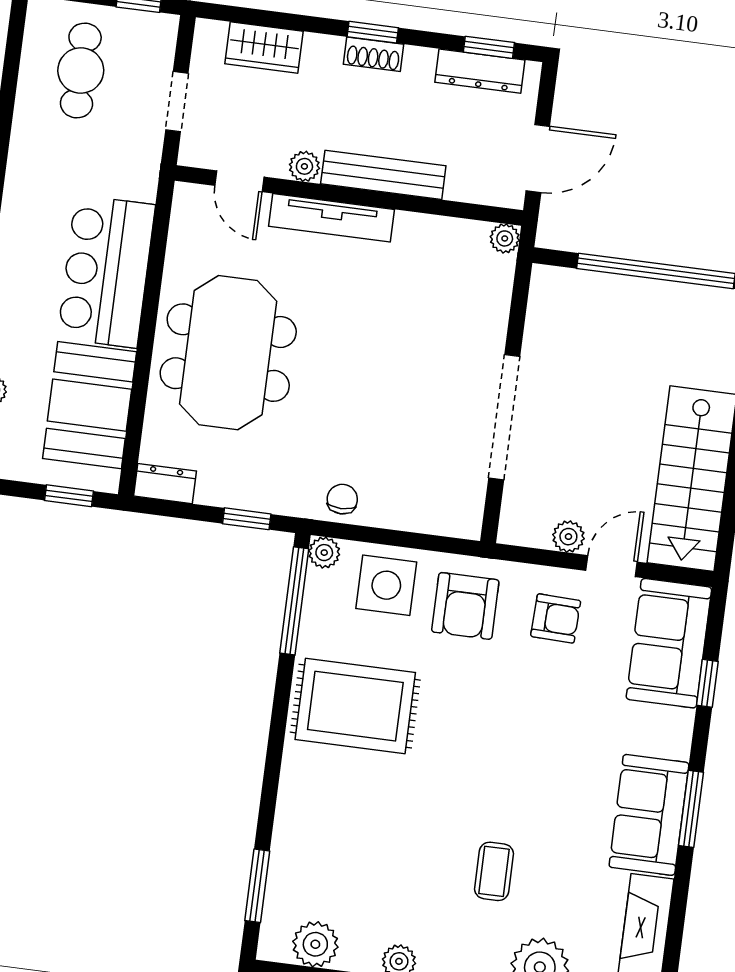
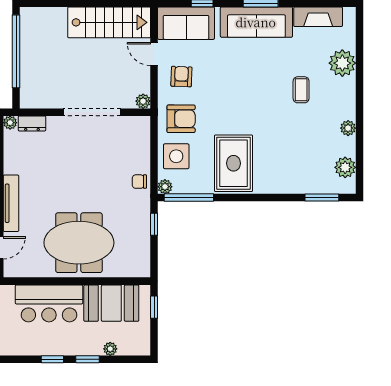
dresser: (165, 484) -> (32, 123), moved, turned -90
plant: (568, 537) -> (143, 101), moved
sofa: (649, 815) -> (256, 22), width x1.36
coffee table: (494, 871) -> (301, 90), turned 90

